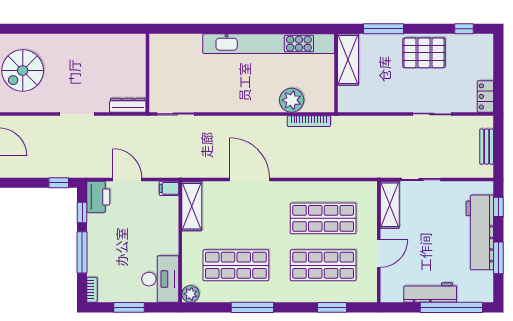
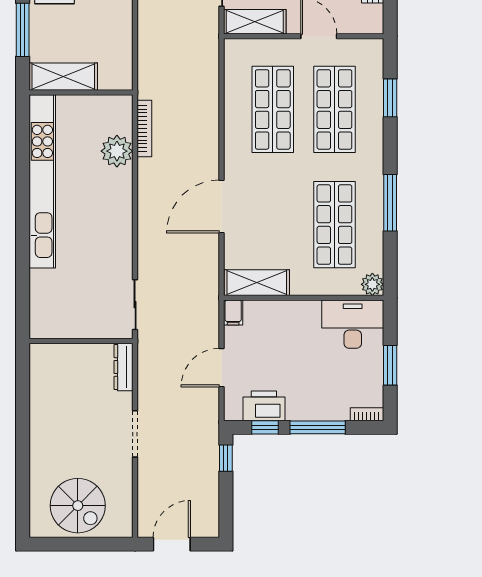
printer: (98, 197) -> (264, 406), moved

